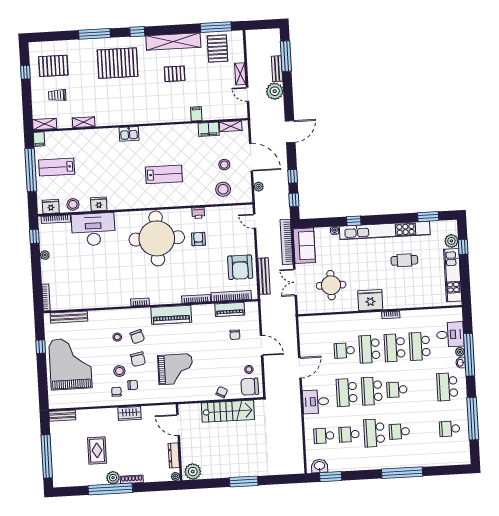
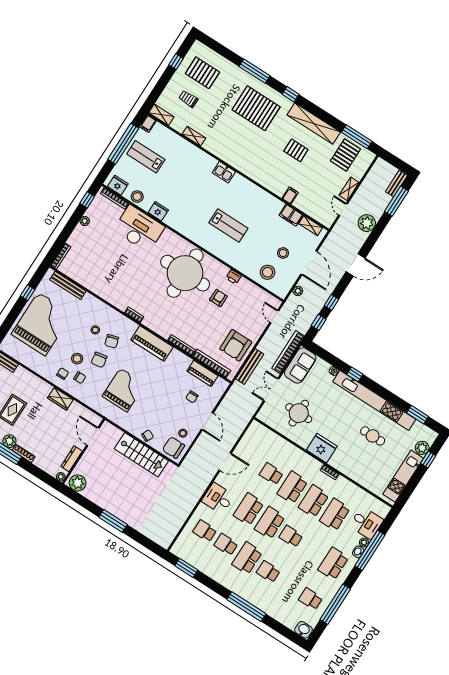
bench: (277, 69) -> (396, 184), moved
grand piano: (175, 369) -> (124, 390), turned -90
washbasin: (319, 466) -> (304, 630), moved

